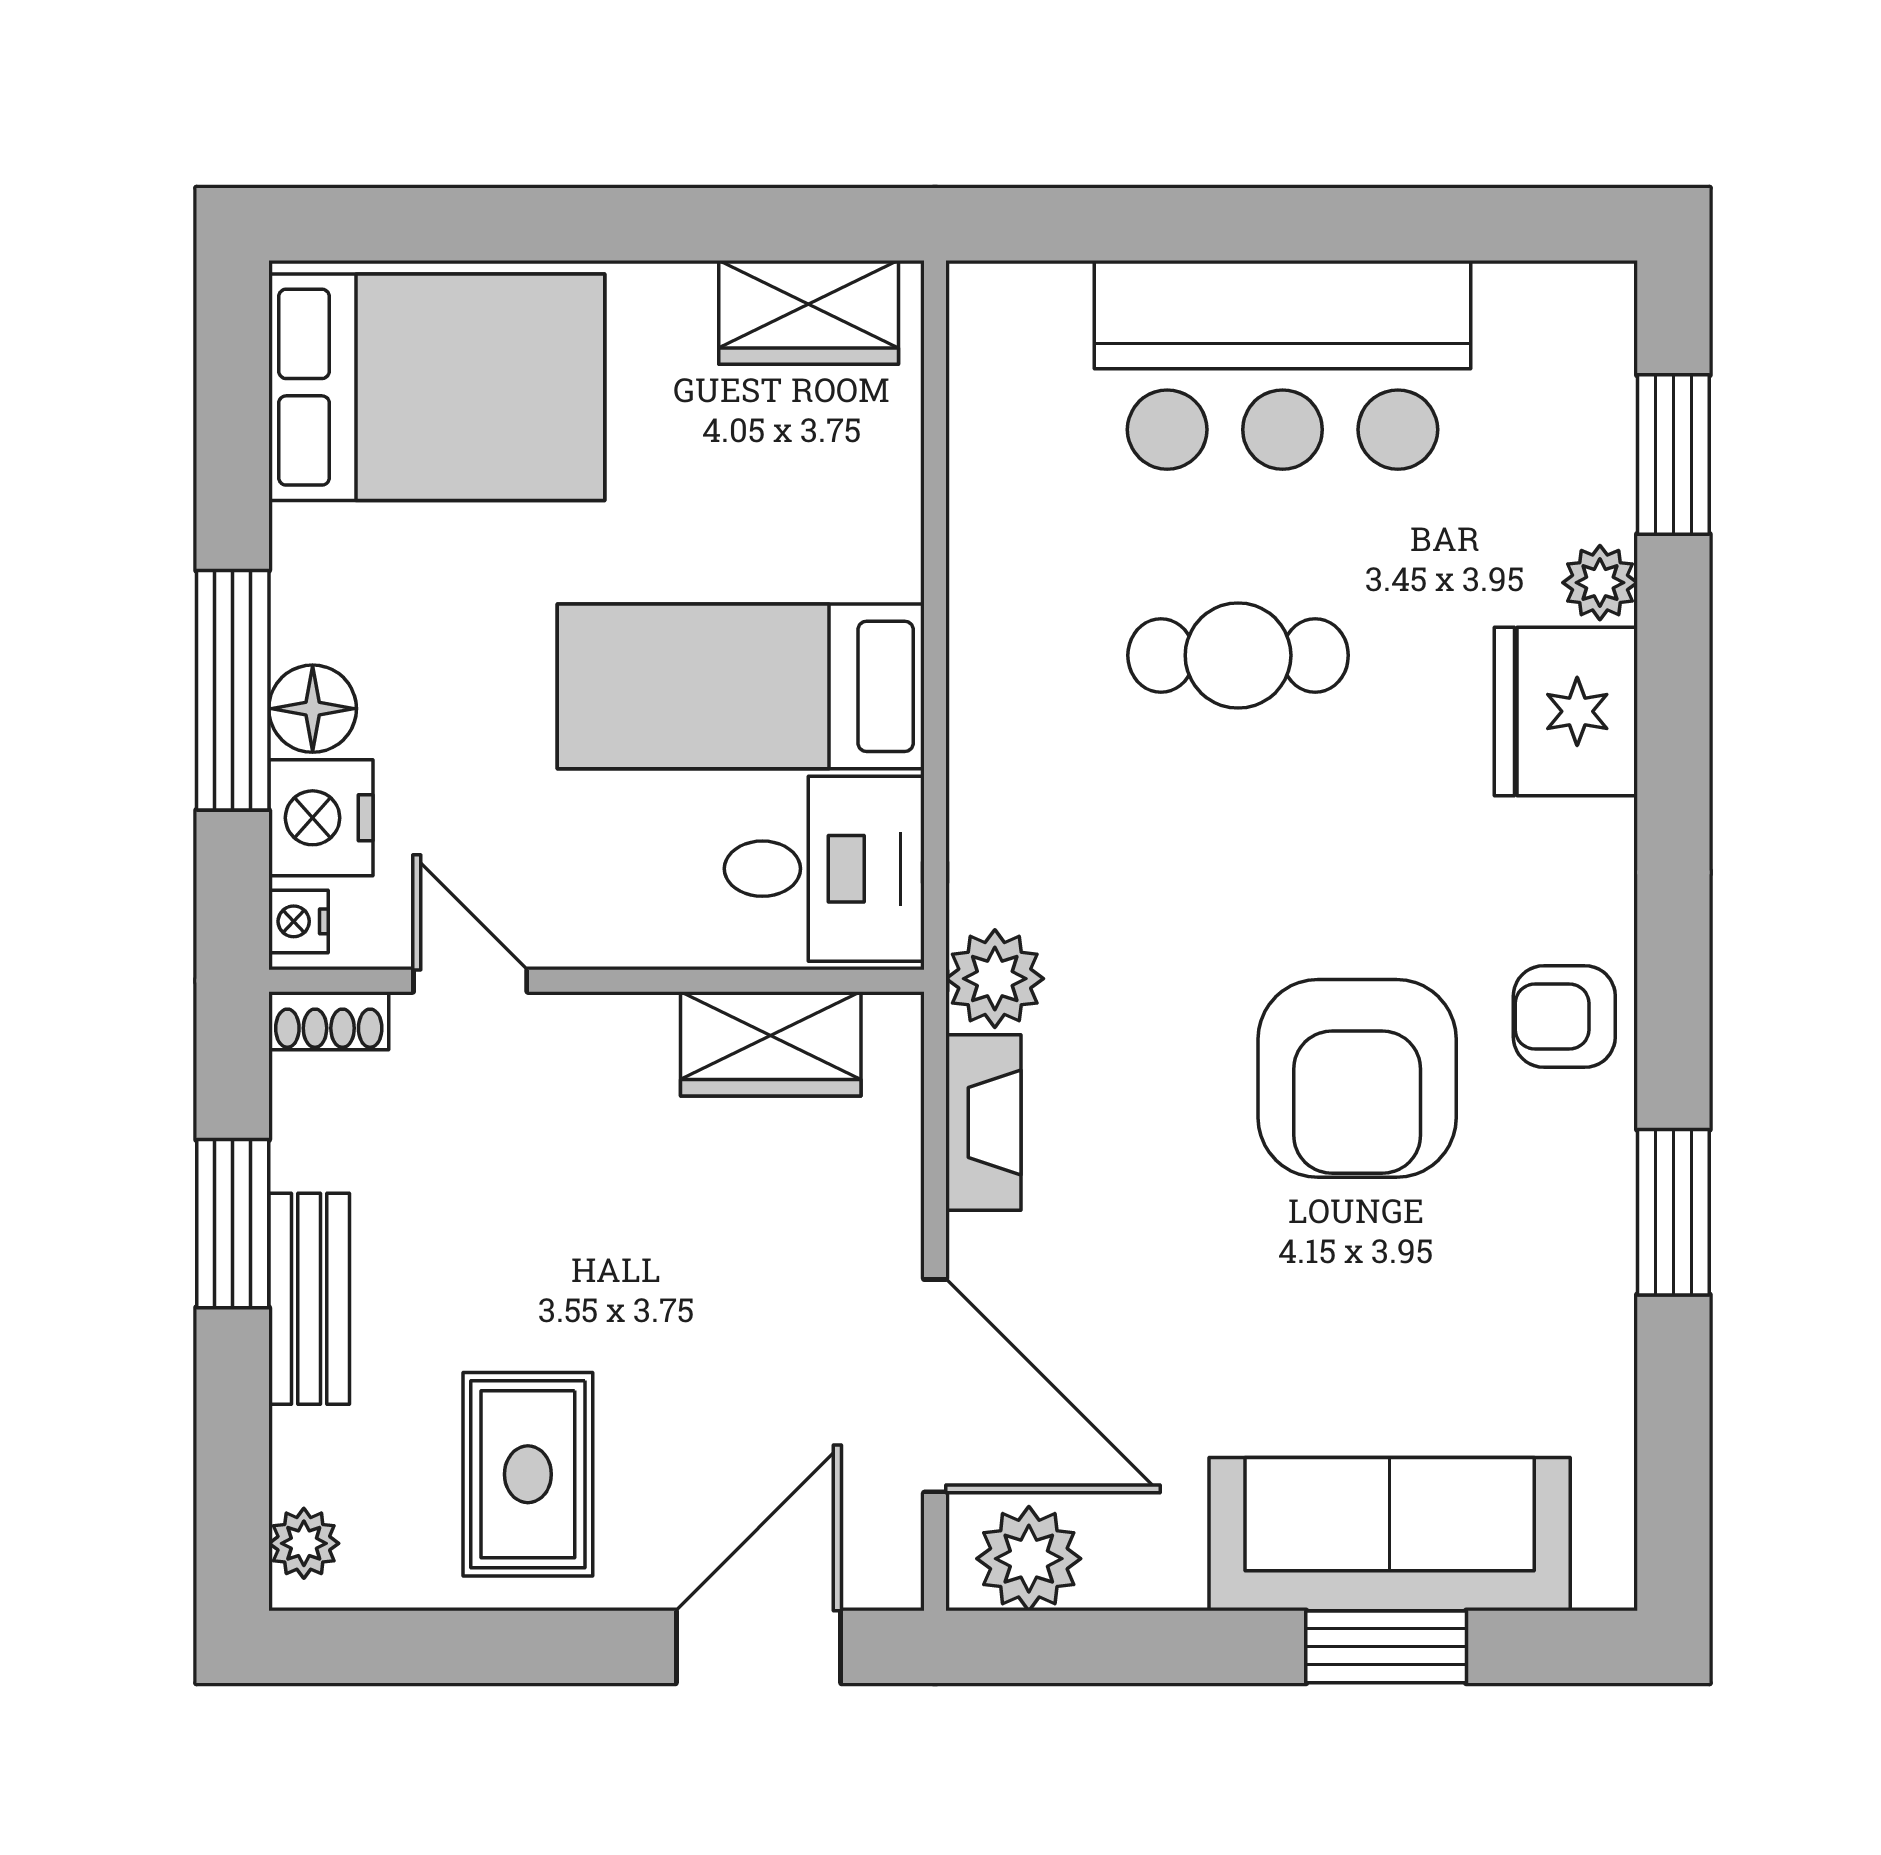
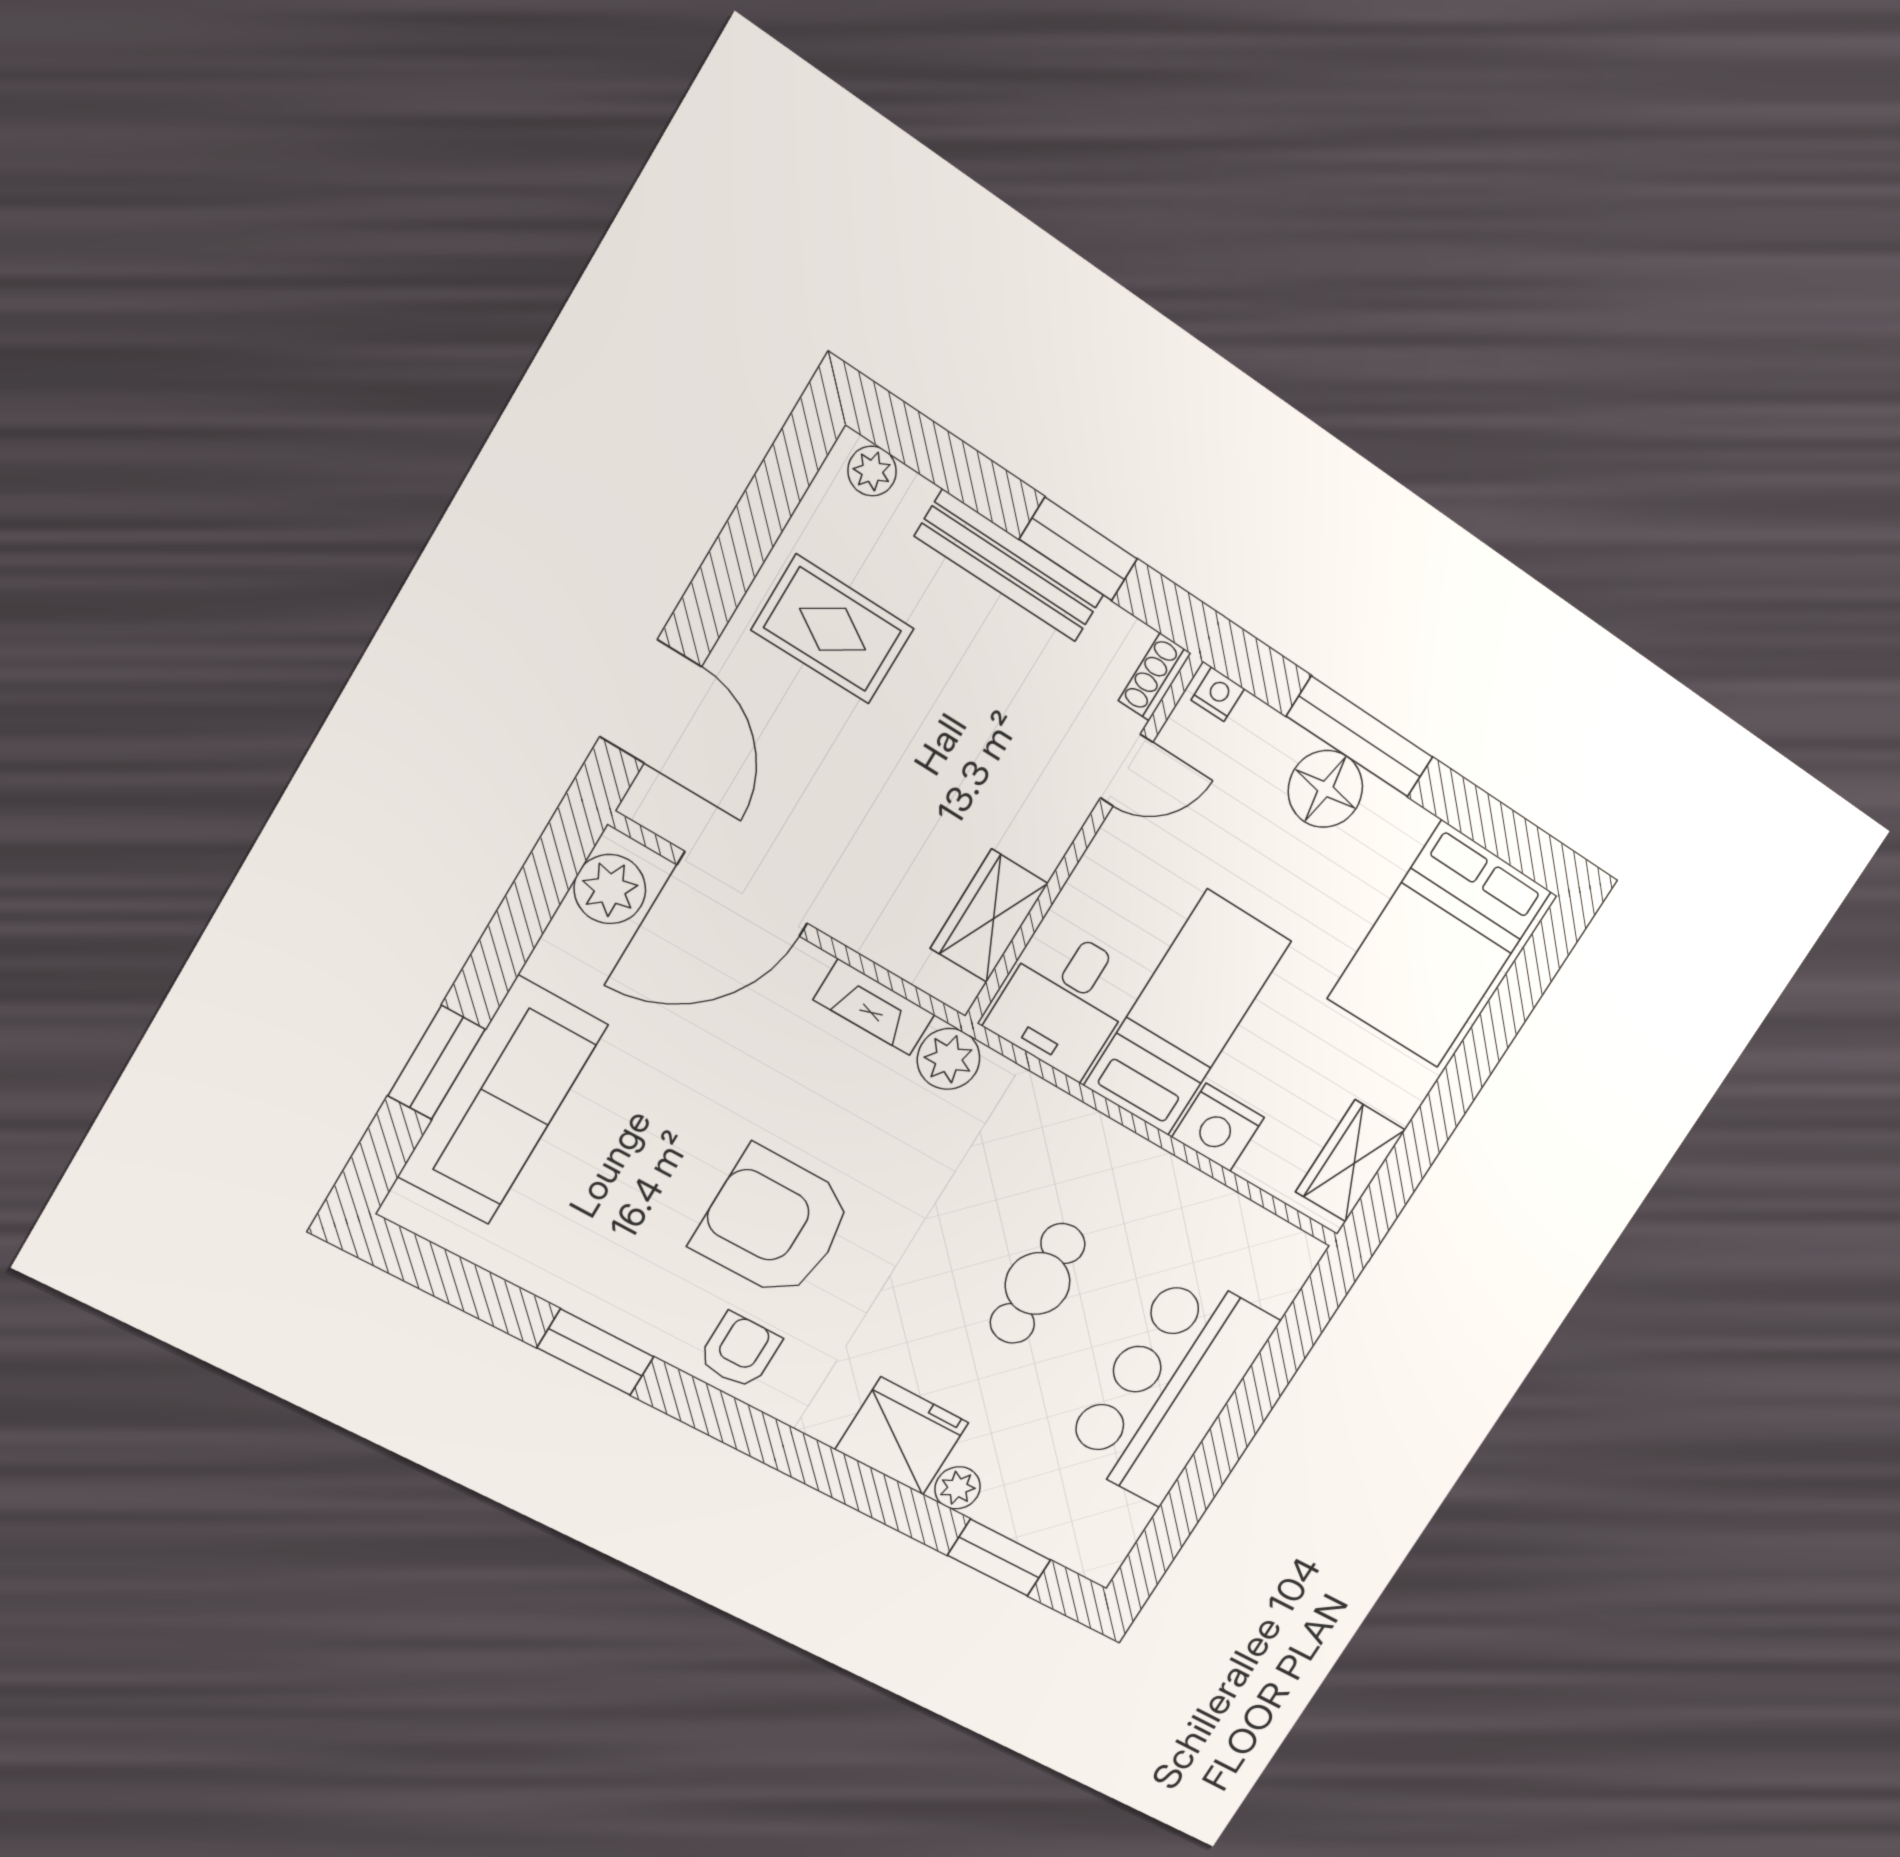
floor lamp: (313, 709) -> (1325, 789), width x1.38, depth x1.38
nightstand: (321, 818) -> (1218, 1127), moved, turned 180
bench: (309, 1299) -> (1010, 566), width x1.36

